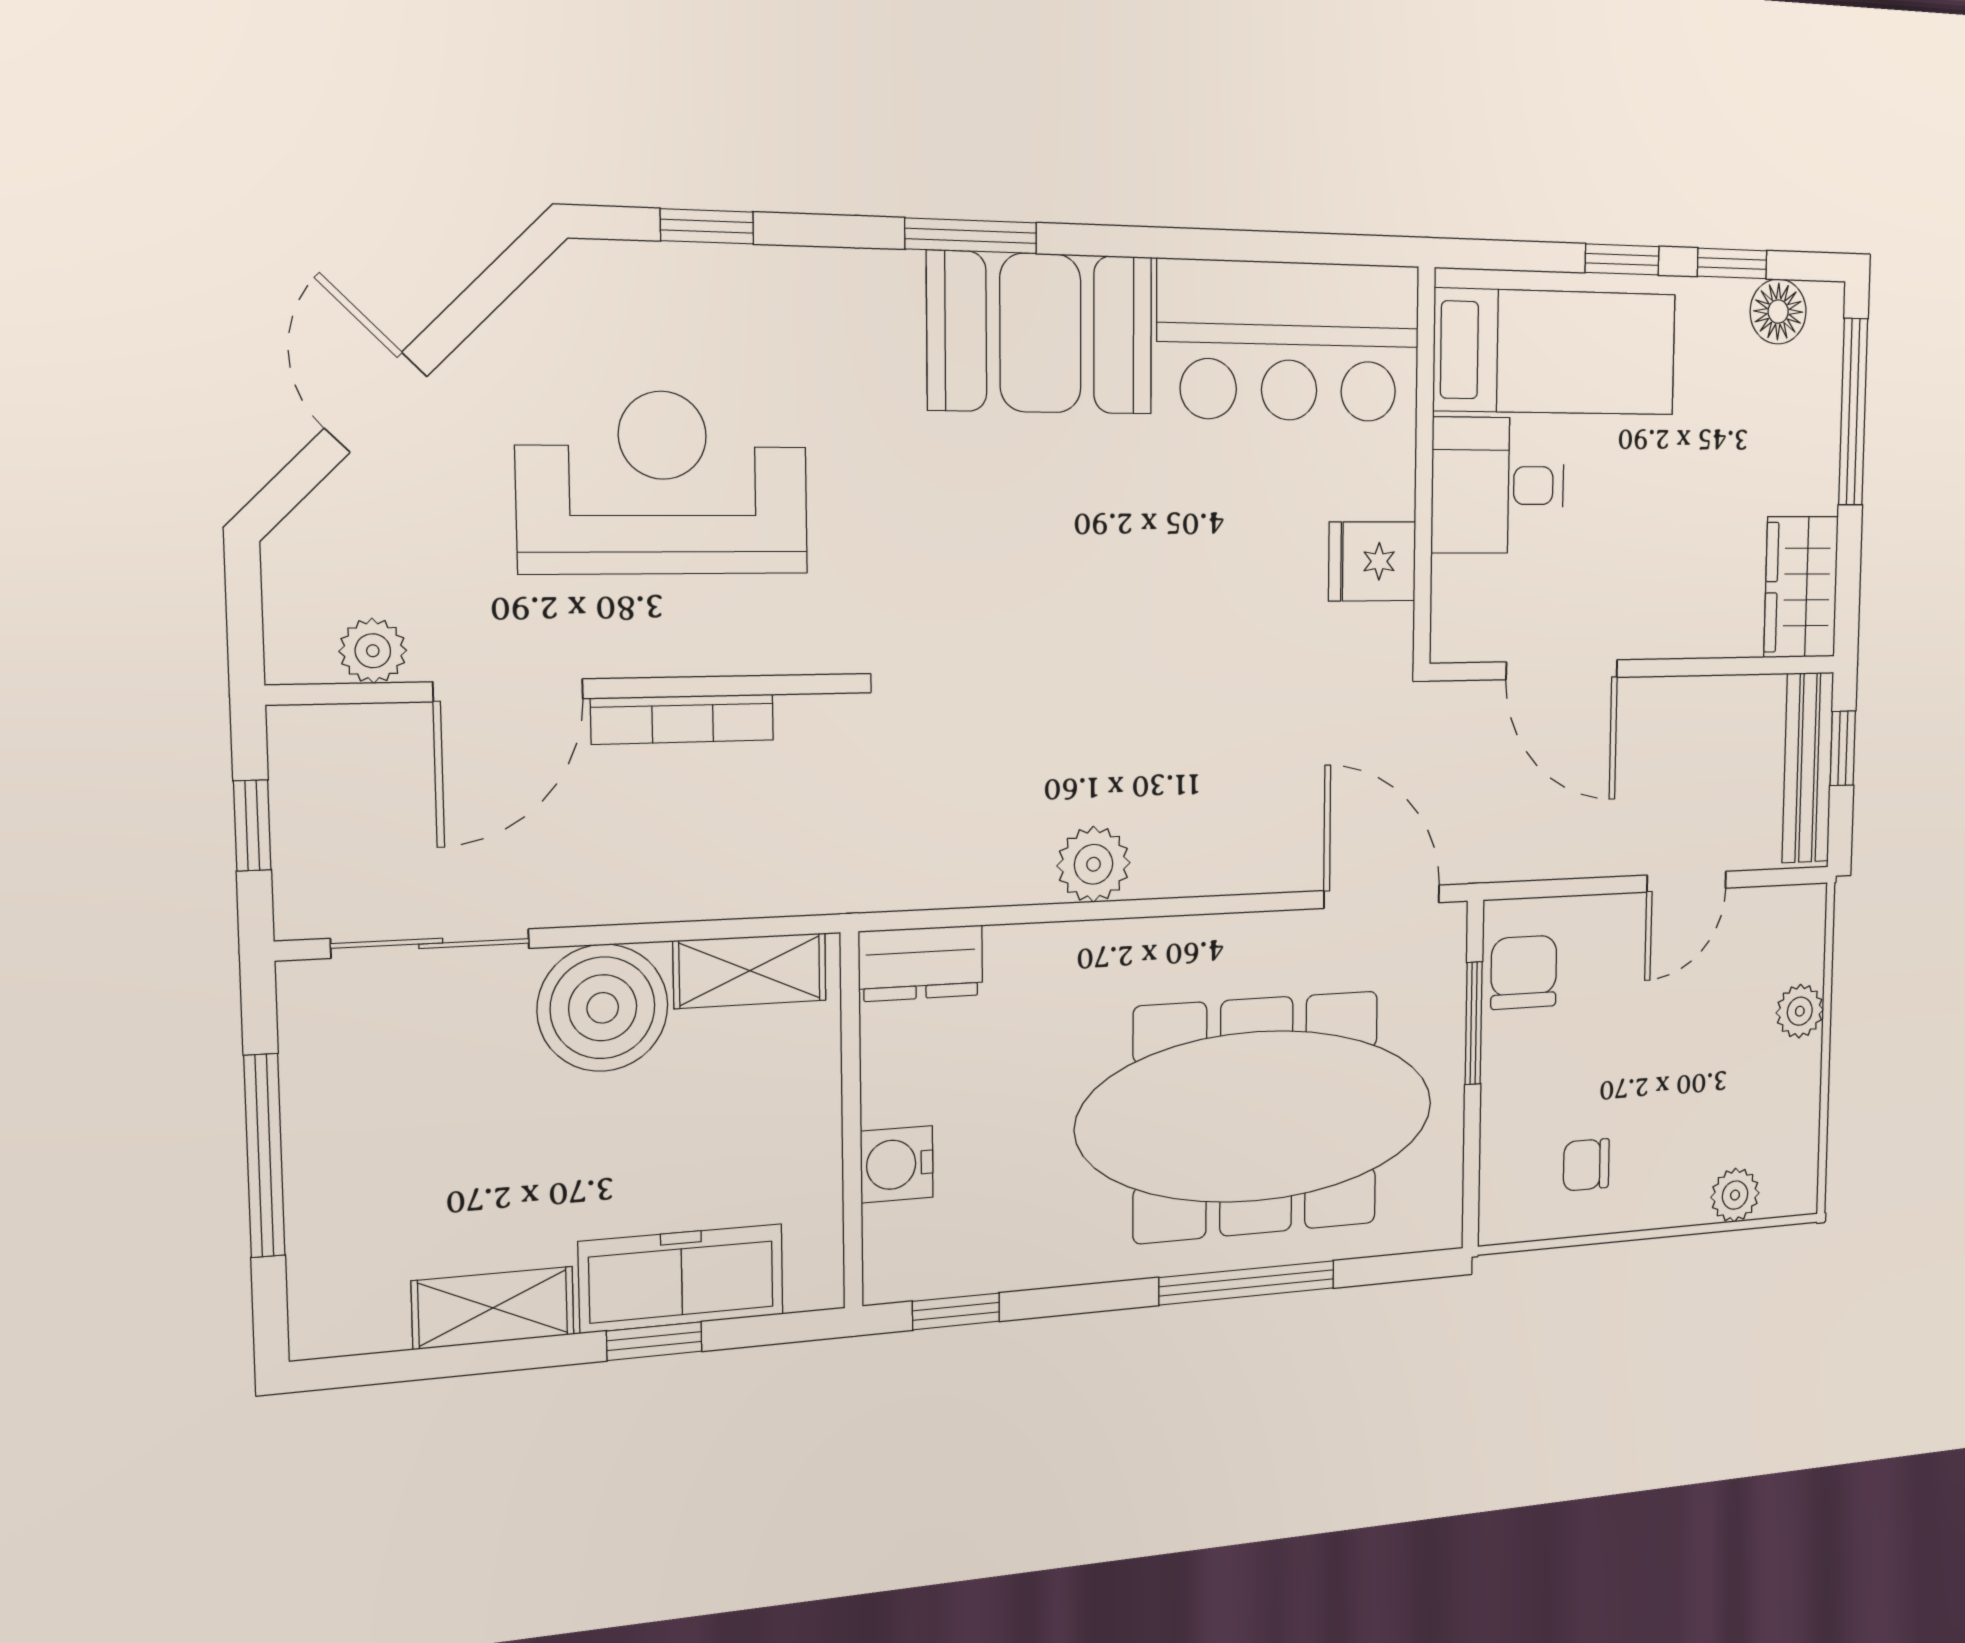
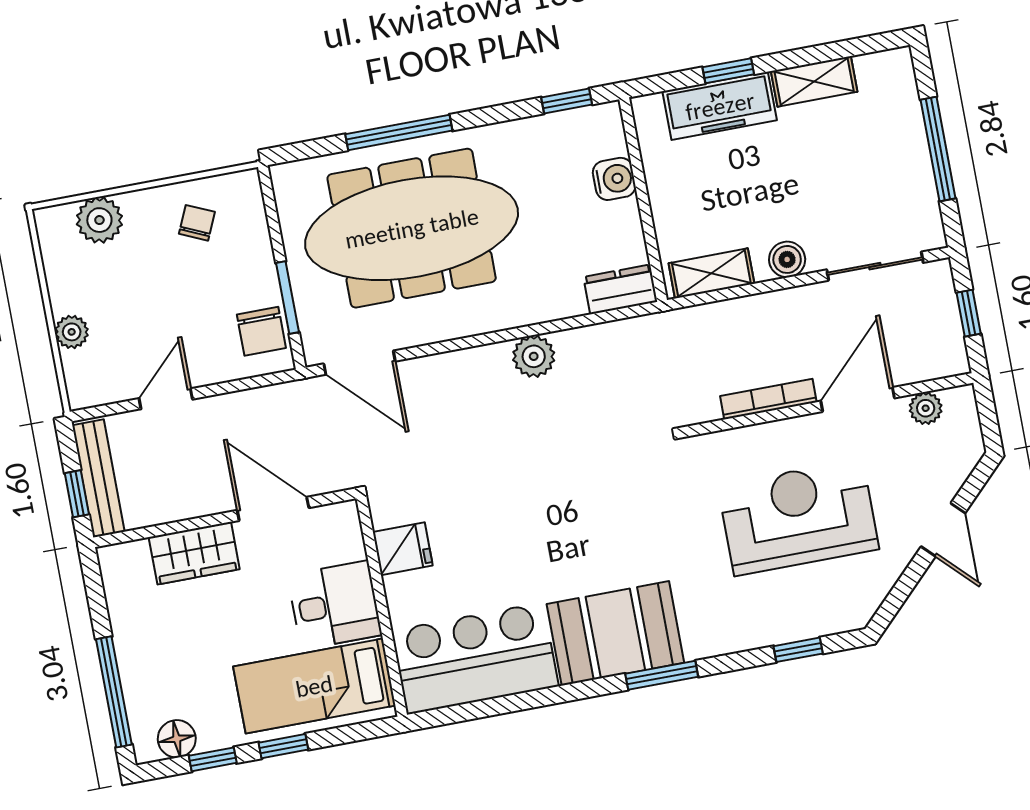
reception desk: (663, 483) -> (798, 517), turned 180
wardrobe: (1801, 587) -> (194, 553), moved, turned 90
boiler: (603, 1008) -> (787, 259), width x0.54, depth x0.54
chair: (1586, 1165) -> (197, 223), turned -66
plant: (1735, 1195) -> (99, 220), width x1.38, depth x1.38

